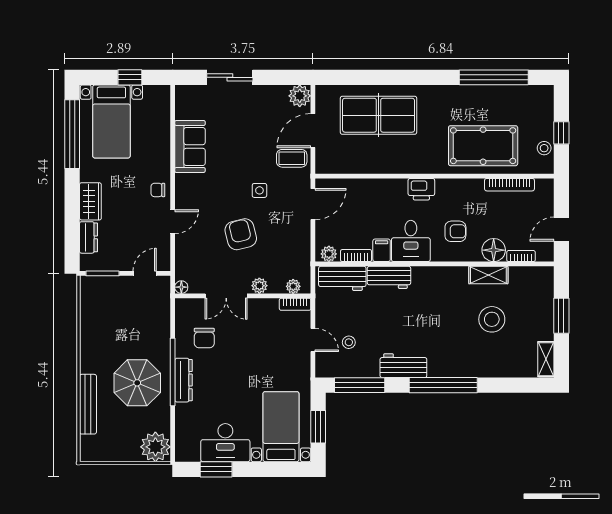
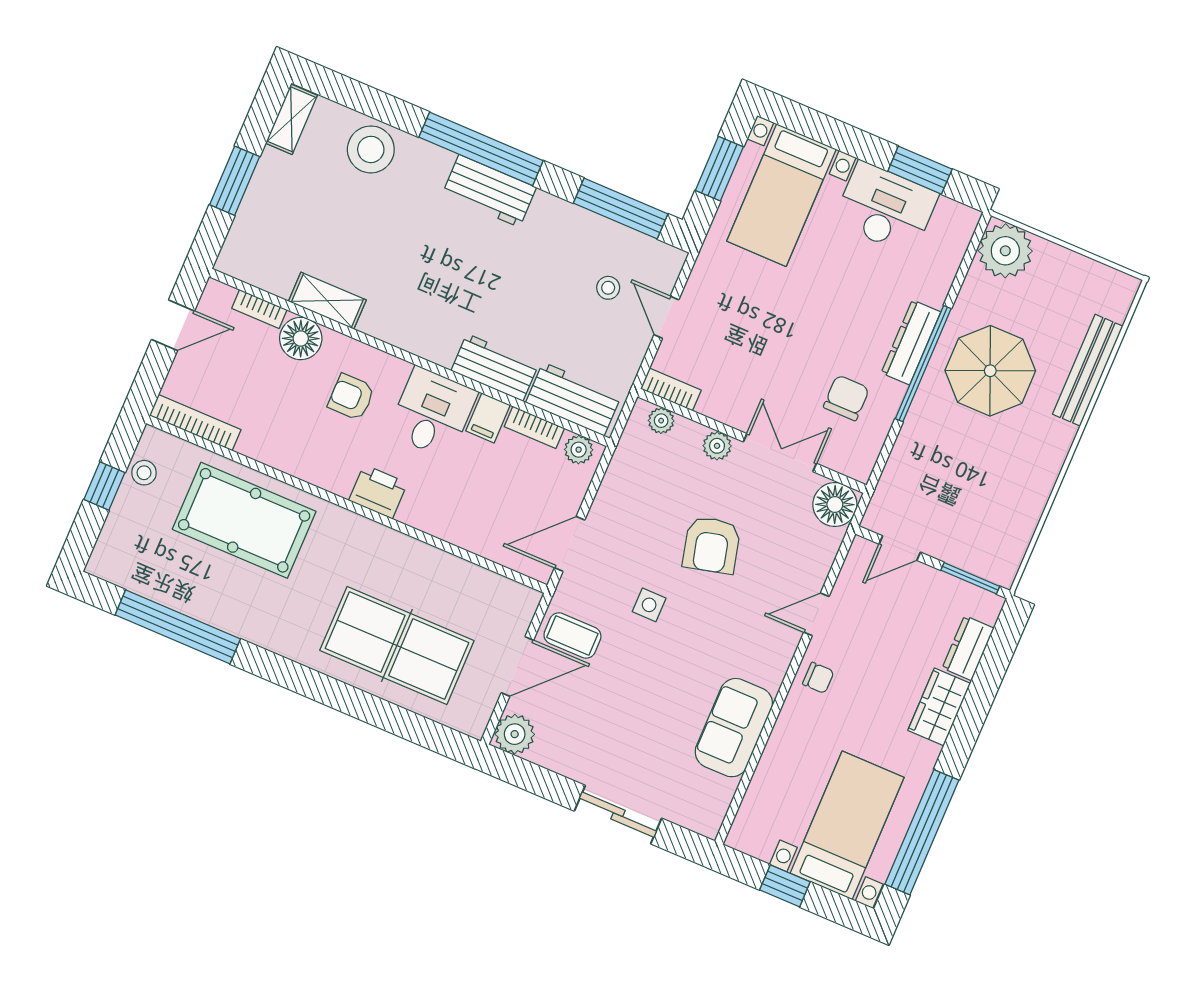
bookcase: (509, 185) -> (195, 423), moved
floor lamp: (181, 287) -> (835, 505), width x1.89, depth x1.89
stool: (492, 319) -> (371, 149), moved
workbench: (403, 366) -> (489, 191), moved

